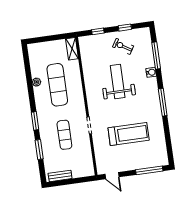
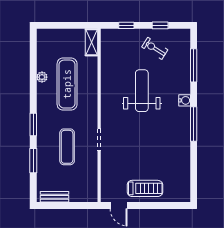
water cooler: (151, 72) -> (185, 100), moved
treadmill: (129, 134) -> (145, 188), moved, width x0.73, depth x0.73
window: (149, 170) -> (165, 205), removed

